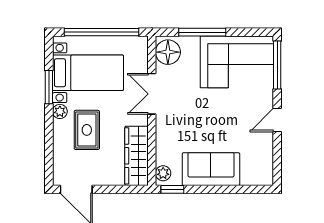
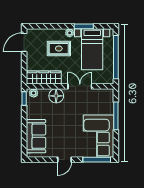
floor lamp: (168, 52) -> (56, 96), moved
door: (277, 120) -> (65, 160), swing flipped
sofa: (211, 169) -> (36, 136), moved

